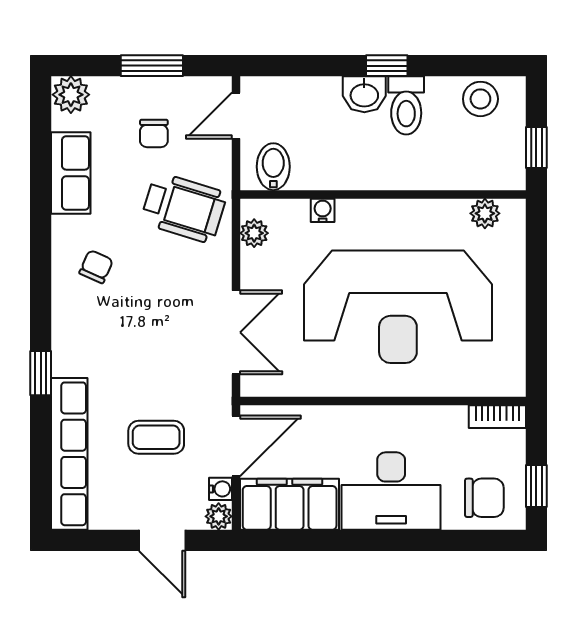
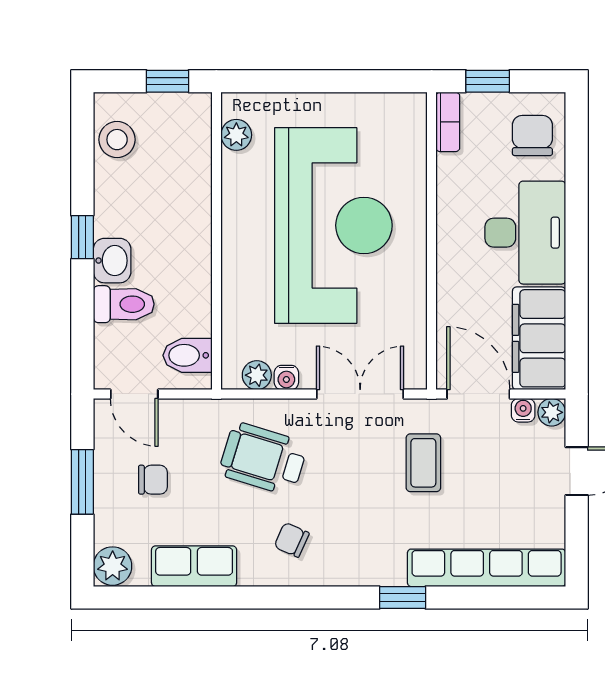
toilet: (406, 105) -> (124, 304), moved
wheelchair: (184, 208) -> (263, 459), moved, turned -90
water cooler: (323, 210) -> (286, 378), moved, turned -90
coffee table: (156, 437) -> (423, 463), moved
window: (536, 486) -> (488, 81), moved

